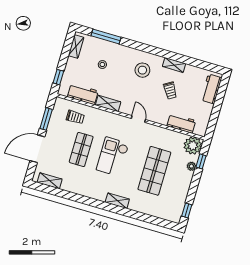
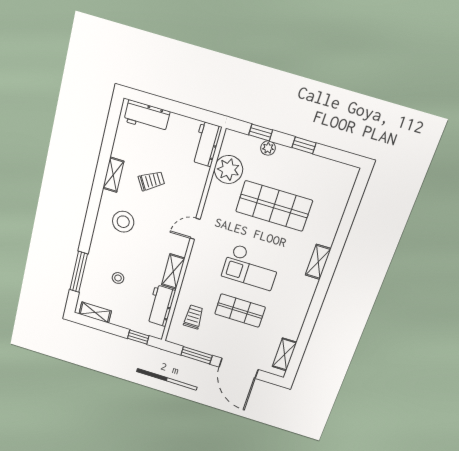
workbench: (181, 123) -> (206, 144), moved
plant: (193, 146) -> (228, 170), moved
window: (187, 210) -> (304, 145), moved

